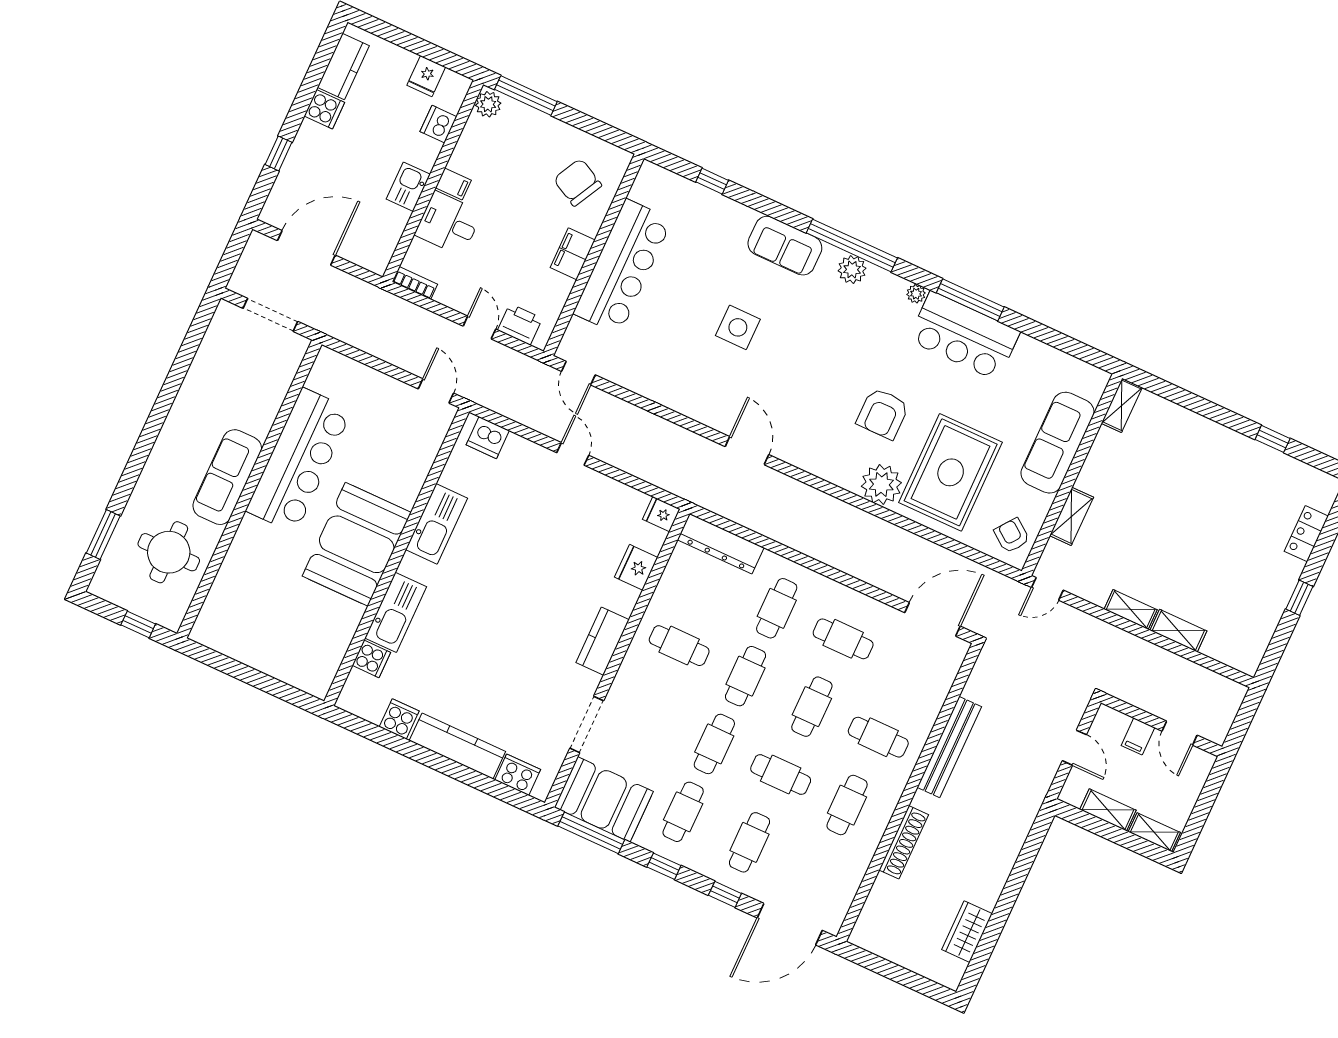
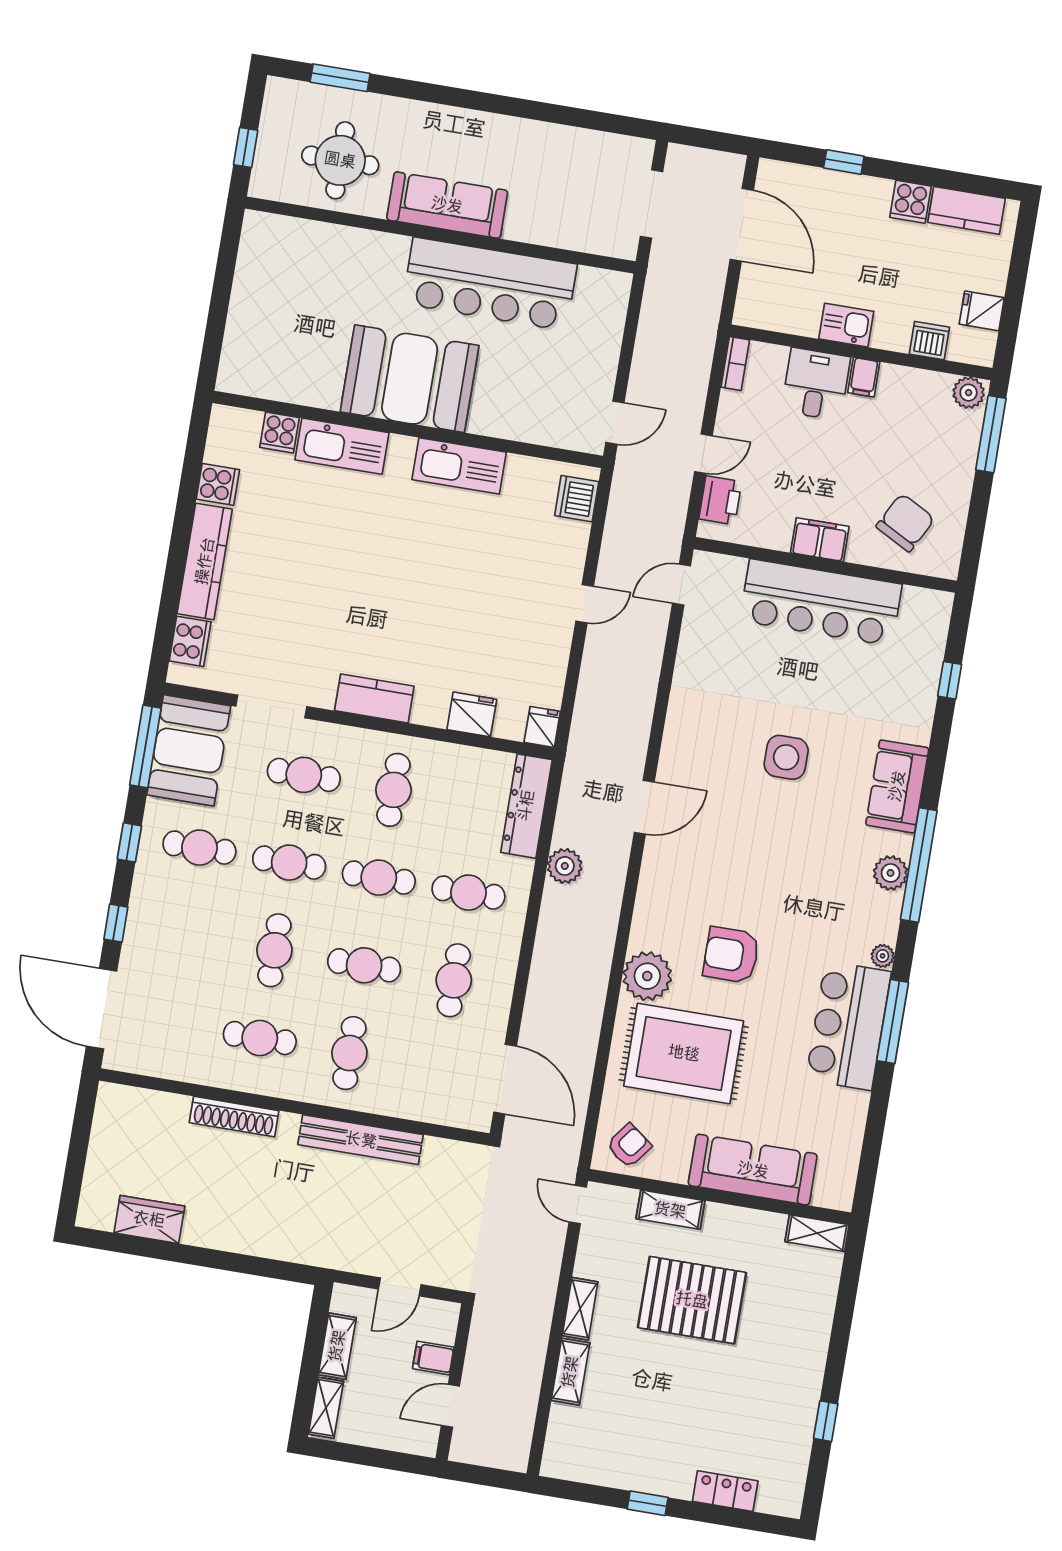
pallet: (1148, 519) -> (692, 1300), added
plant: (776, 526) -> (565, 866), added
cafe table: (749, 842) -> (304, 775), moved

